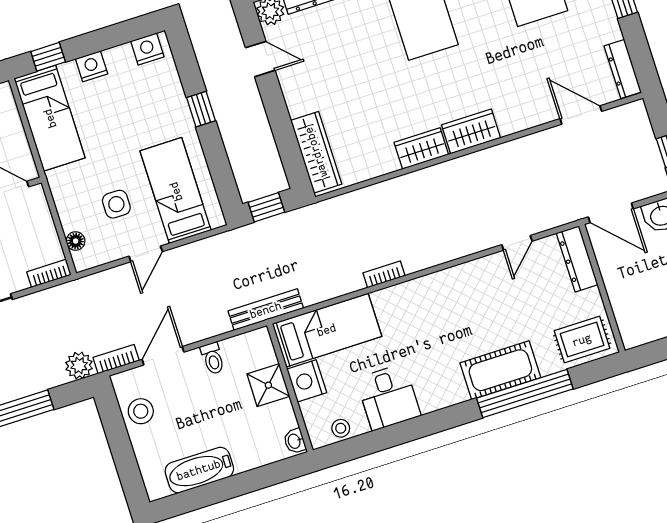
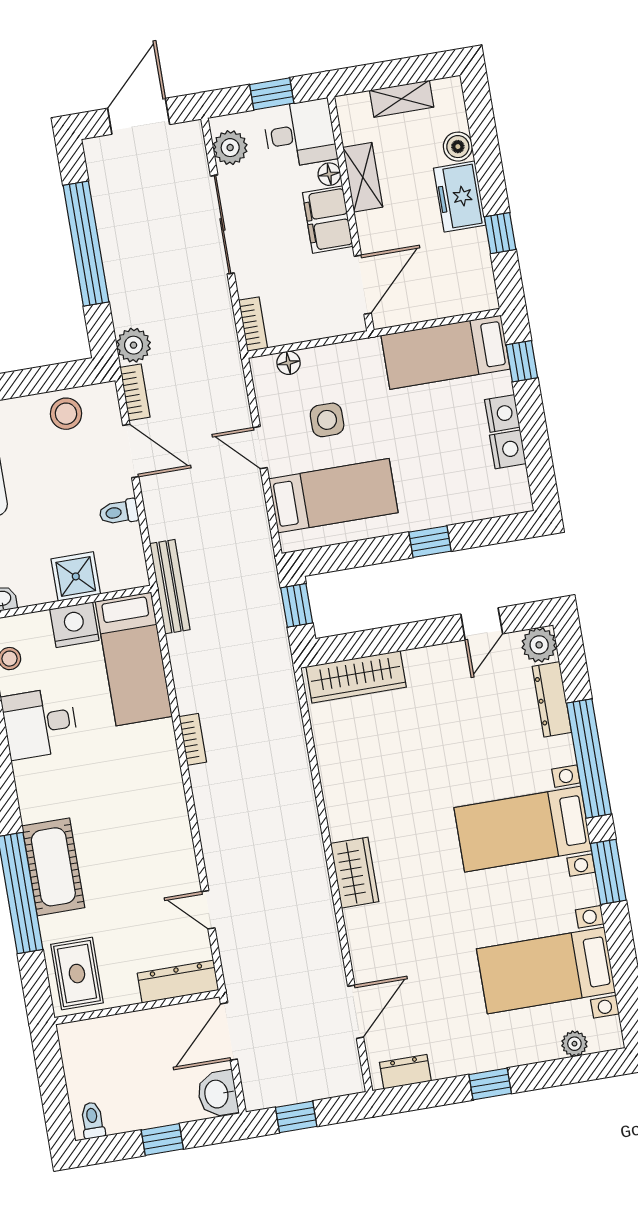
nightstand: (147, 49) -> (508, 449), moved
dresser: (623, 69) -> (405, 1072), width x0.70
wardrobe: (421, 148) -> (342, 808), removed

